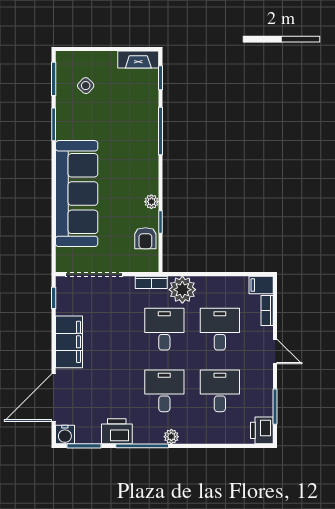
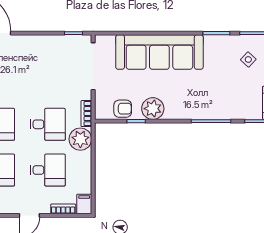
plant: (151, 202) -> (153, 109), width x1.88, depth x1.88
armchair: (145, 238) -> (123, 109), turned 180
filing cabinet: (69, 342) -> (37, 46), removed

